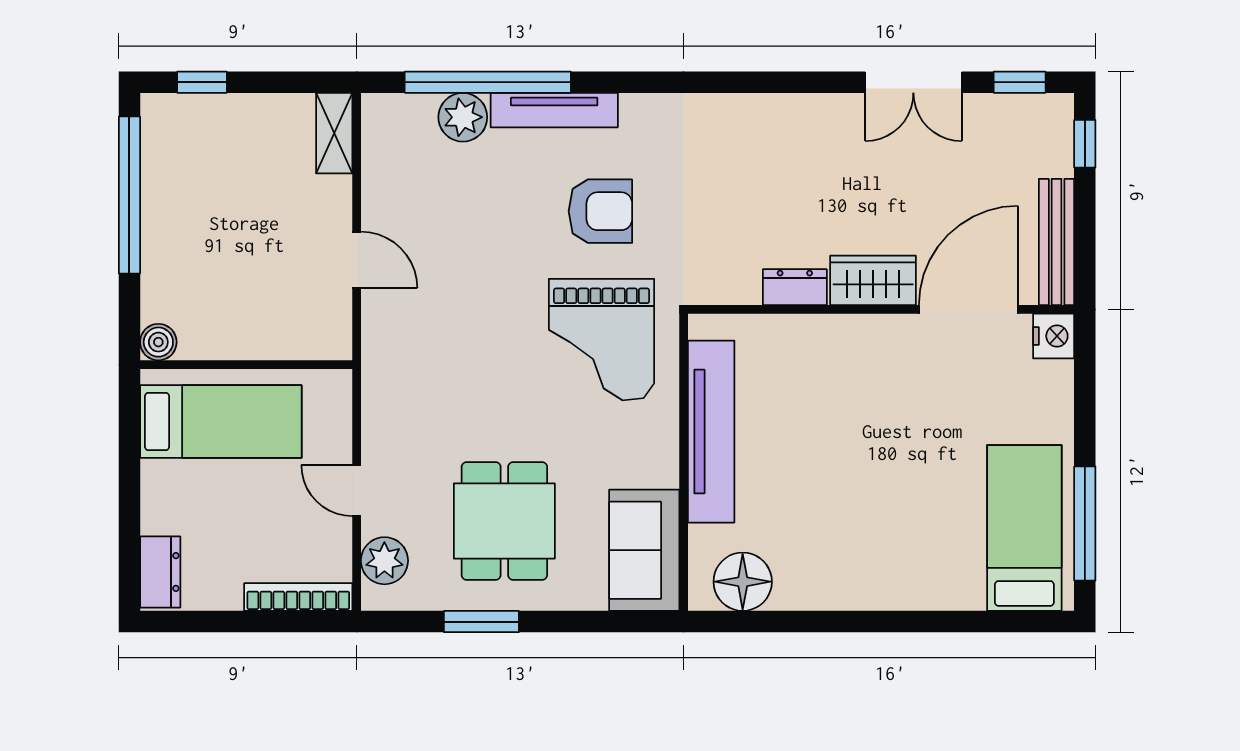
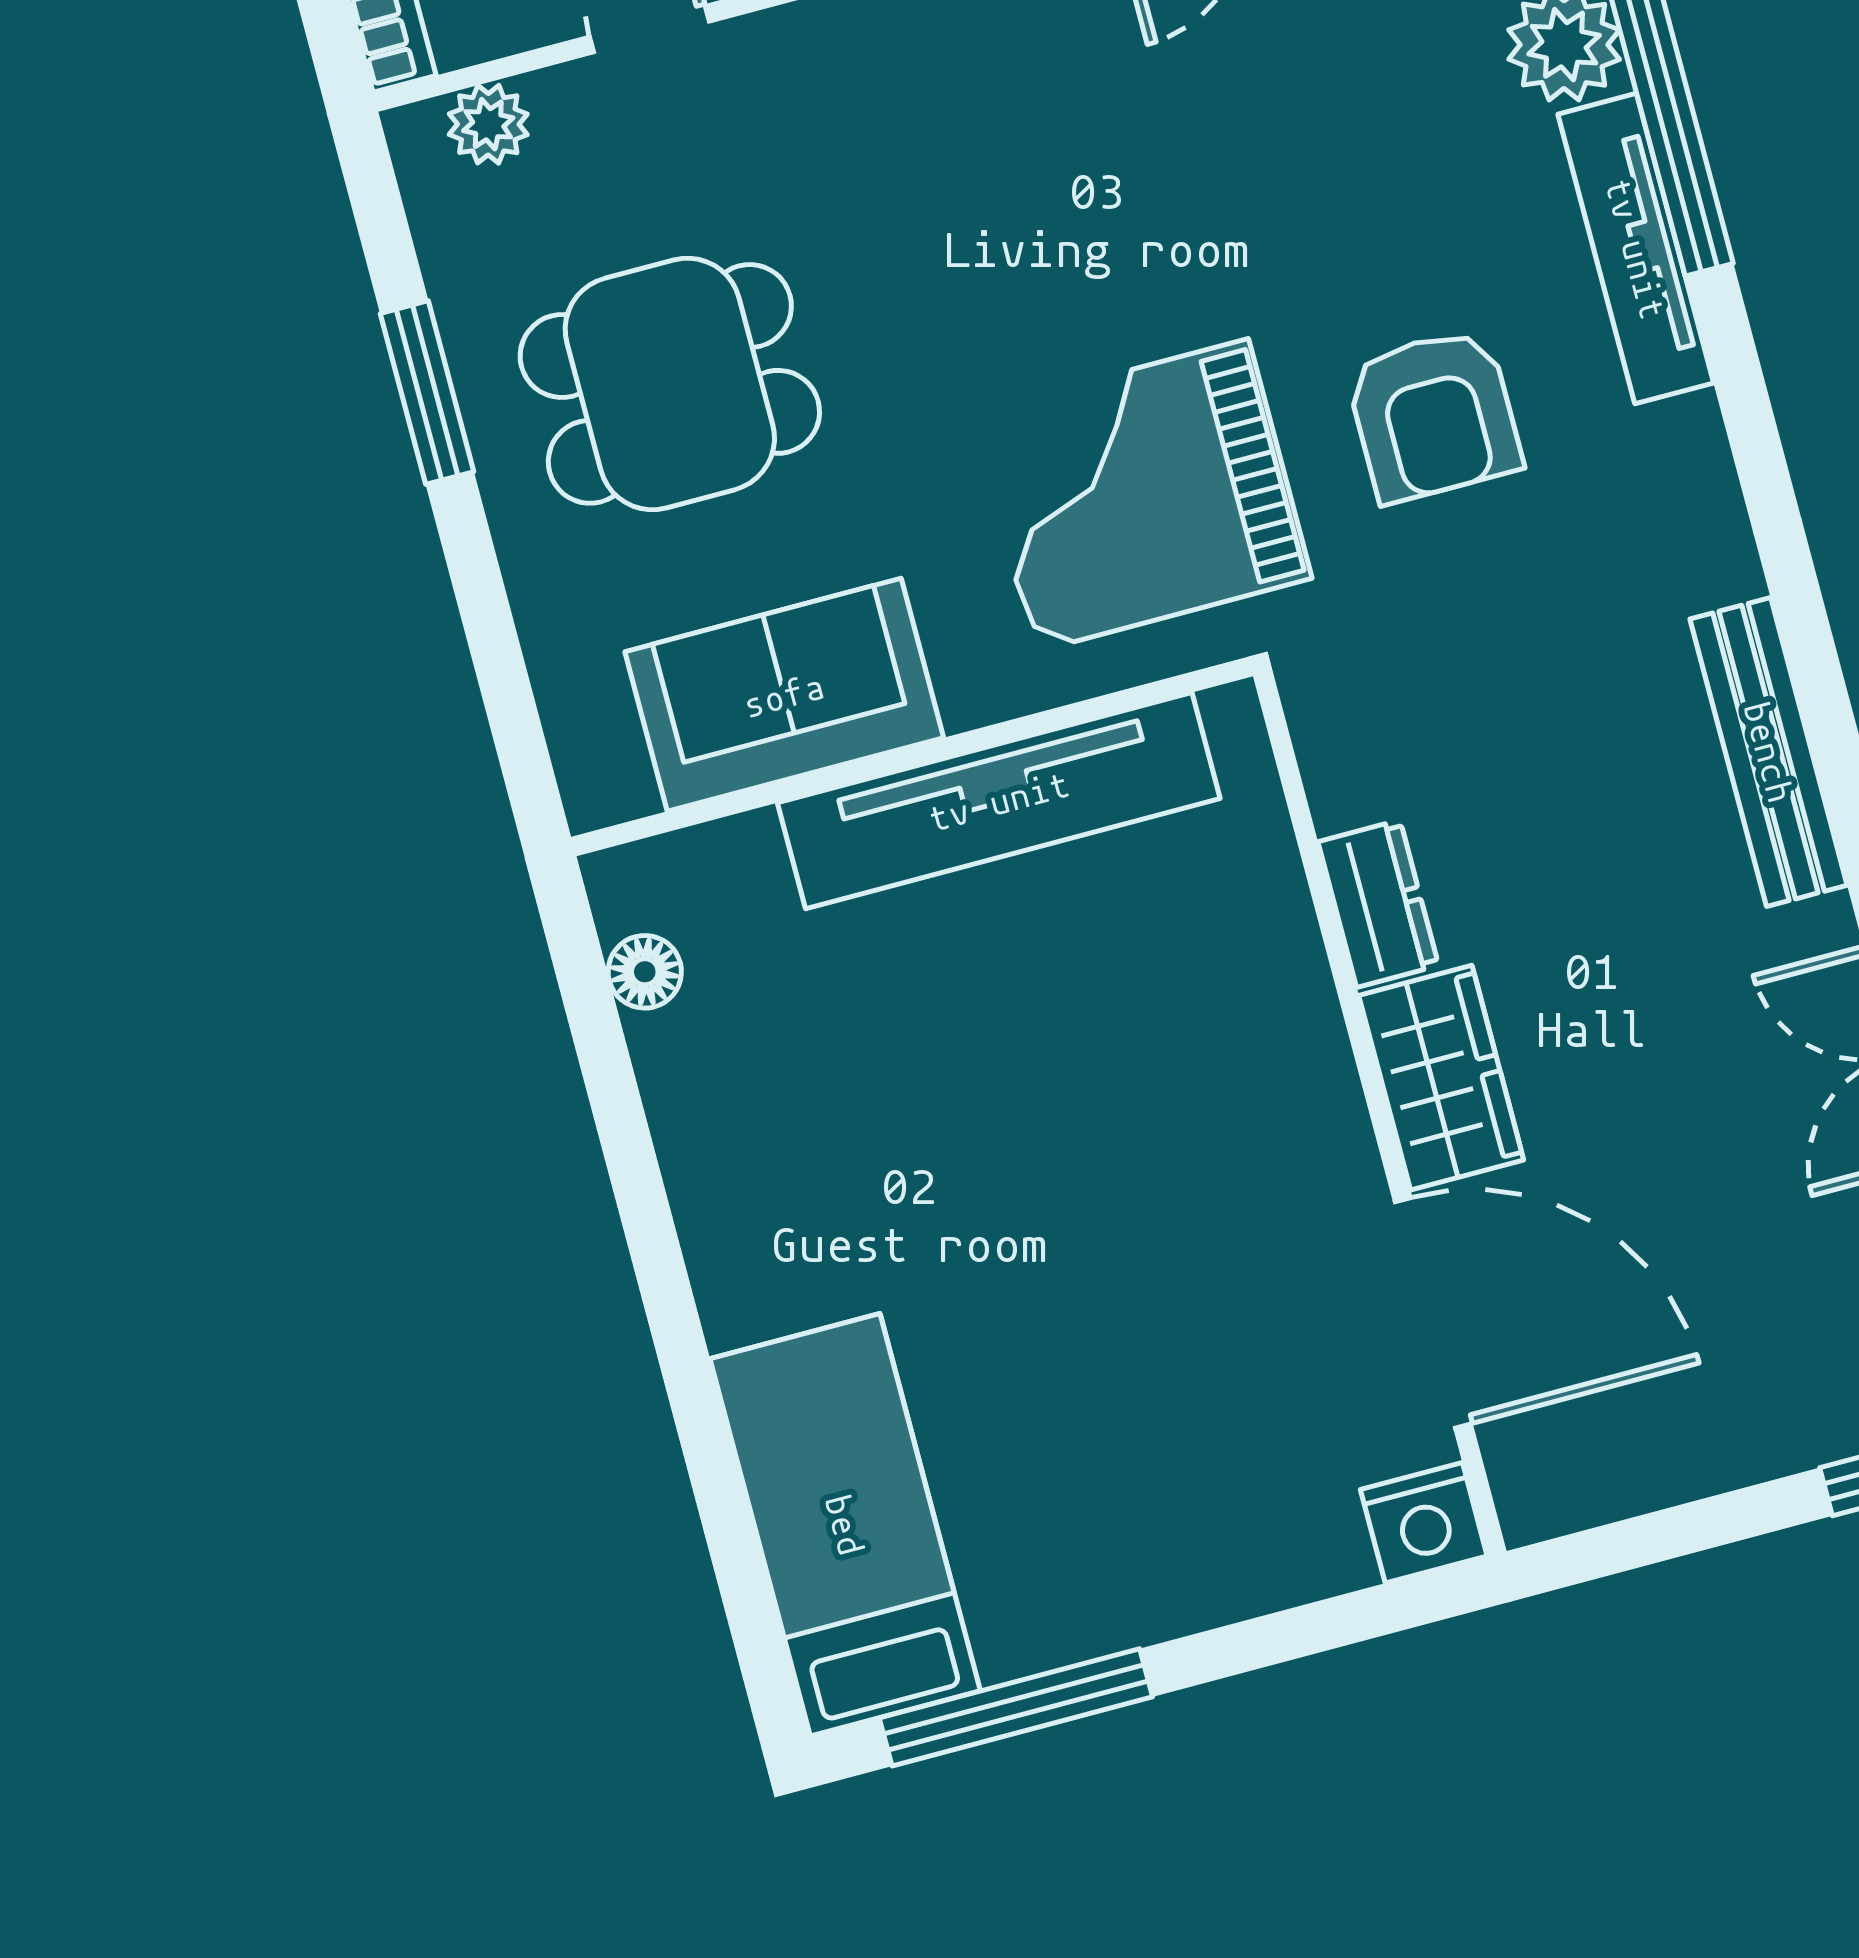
bench: (1057, 242) -> (1769, 752), moved, turned 90
bed: (1024, 528) -> (845, 1525), moved, turned -90
sofa: (644, 550) -> (784, 695), moved
plant: (384, 561) -> (488, 124), width x0.73, depth x0.73
floor lamp: (743, 582) -> (645, 972), width x0.53, depth x0.53

